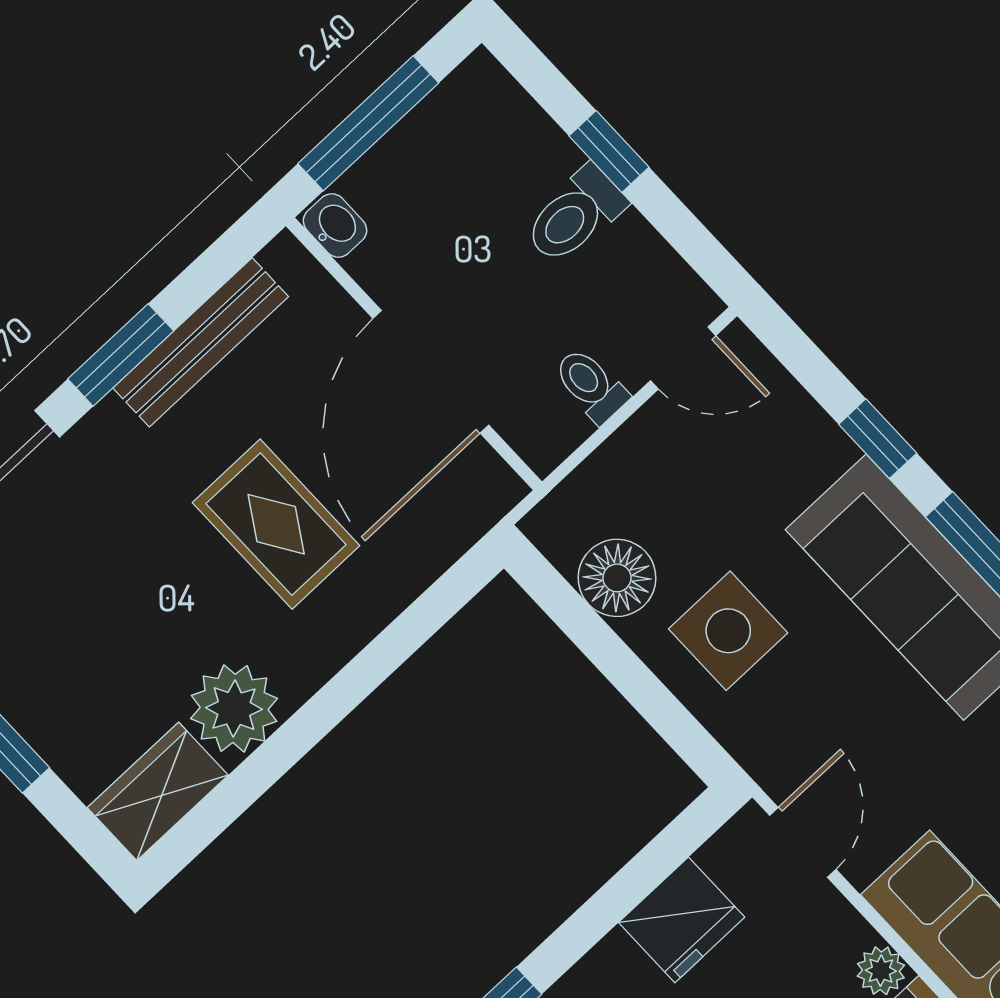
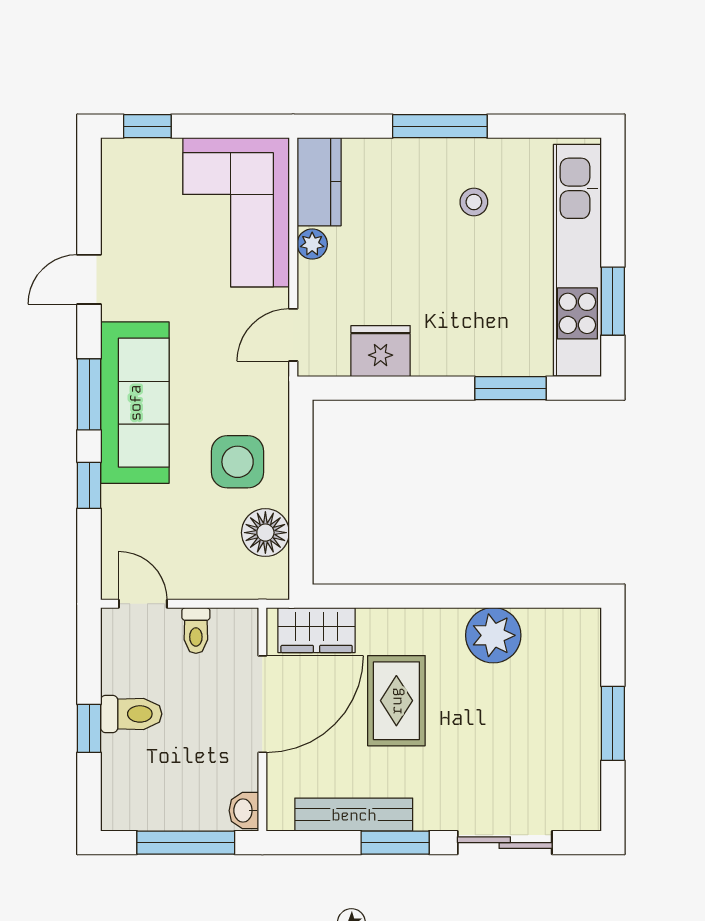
wardrobe: (158, 791) -> (317, 630), moved

